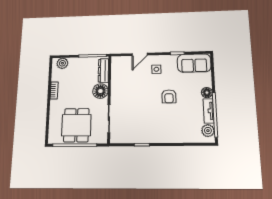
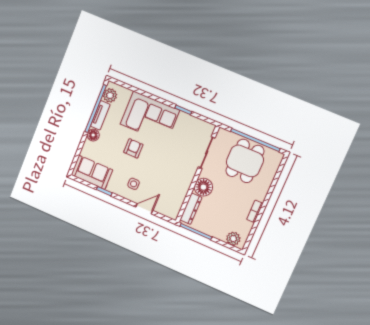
corner sofa: (167, 127) -> (150, 117), added

